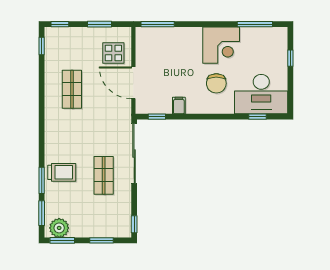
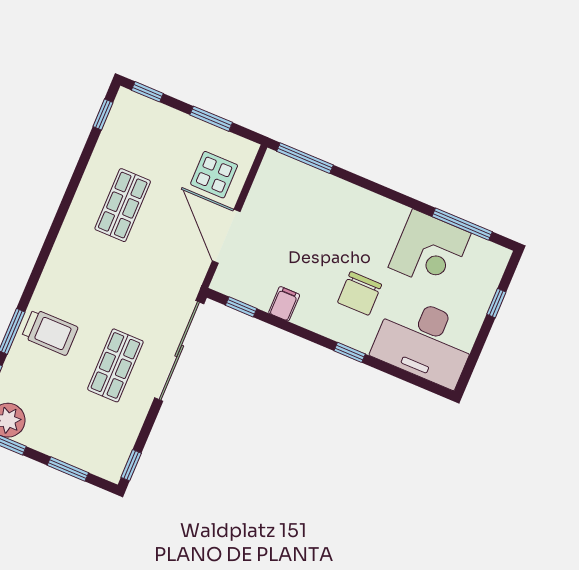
corner desk: (221, 45) -> (430, 250), moved
window: (257, 117) -> (350, 352), moved

